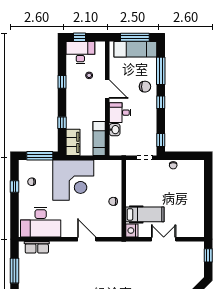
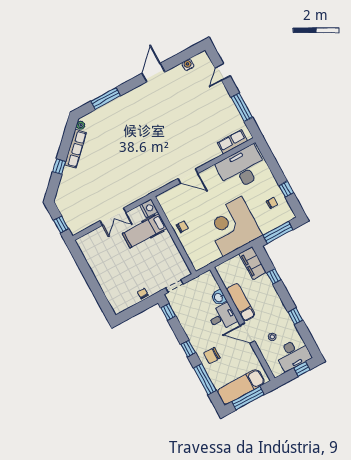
exam couch: (99, 139) -> (241, 302), moved

